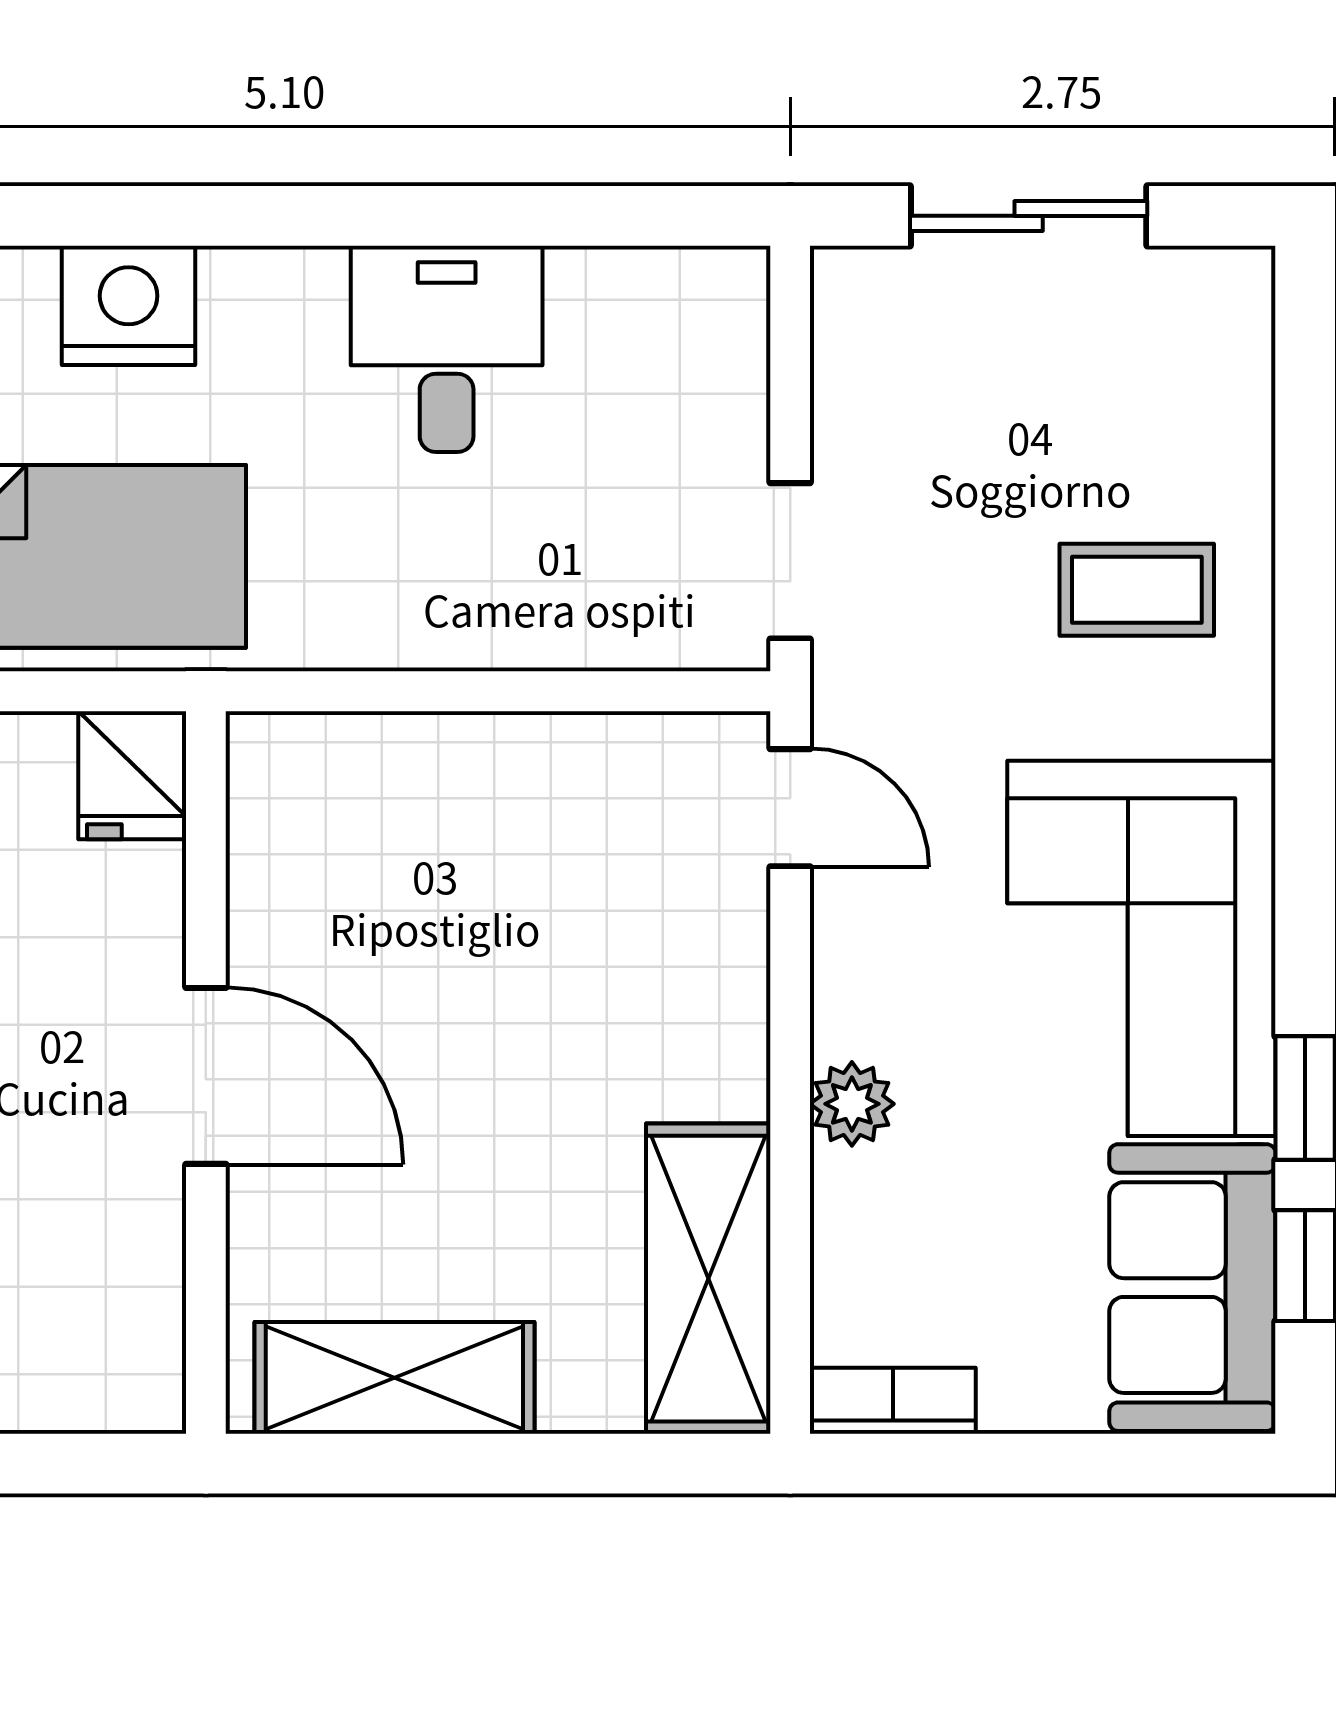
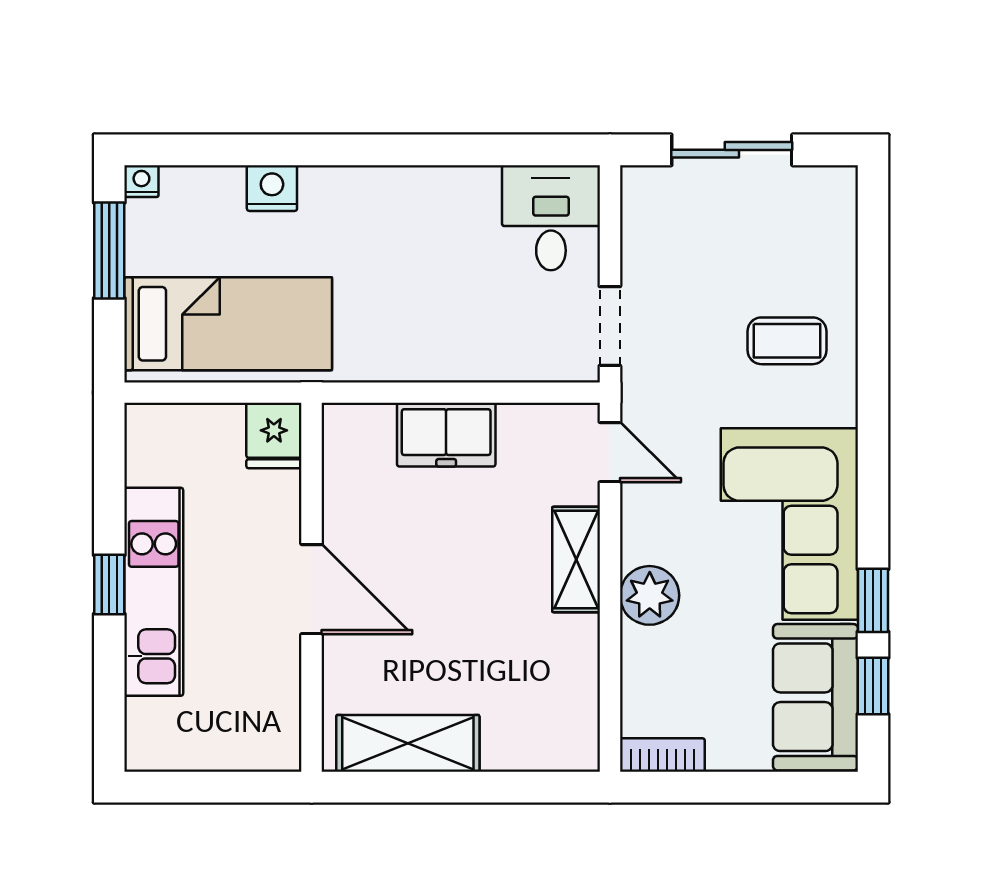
nightstand: (129, 305) -> (272, 188), width x0.74, depth x0.75
desk: (447, 349) -> (551, 218), moved
freezer: (470, 774) -> (446, 435), added
plant: (852, 1104) -> (650, 595), width x1.38, depth x1.38
shelving: (708, 1279) -> (576, 559), moved, width x0.67, depth x0.75

